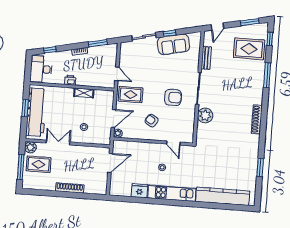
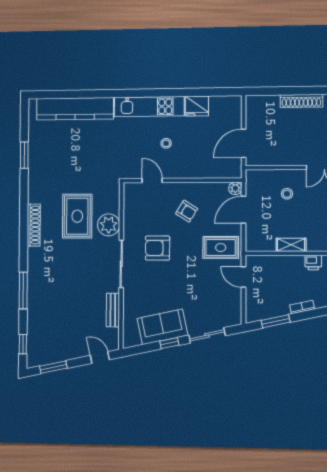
door: (217, 27) -> (100, 358), hinge flipped
rug: (249, 49) -> (77, 216), moved, turned 90

